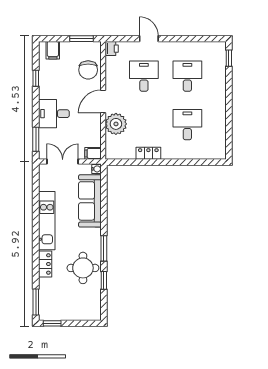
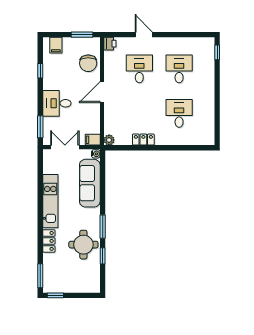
plant: (116, 124) -> (109, 140), moved, width x0.53, depth x0.53

